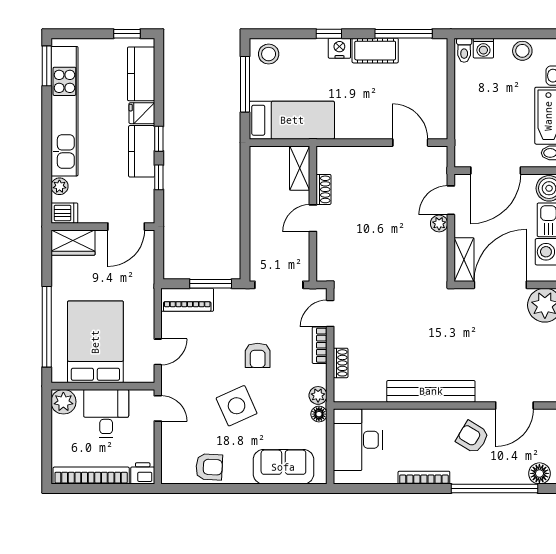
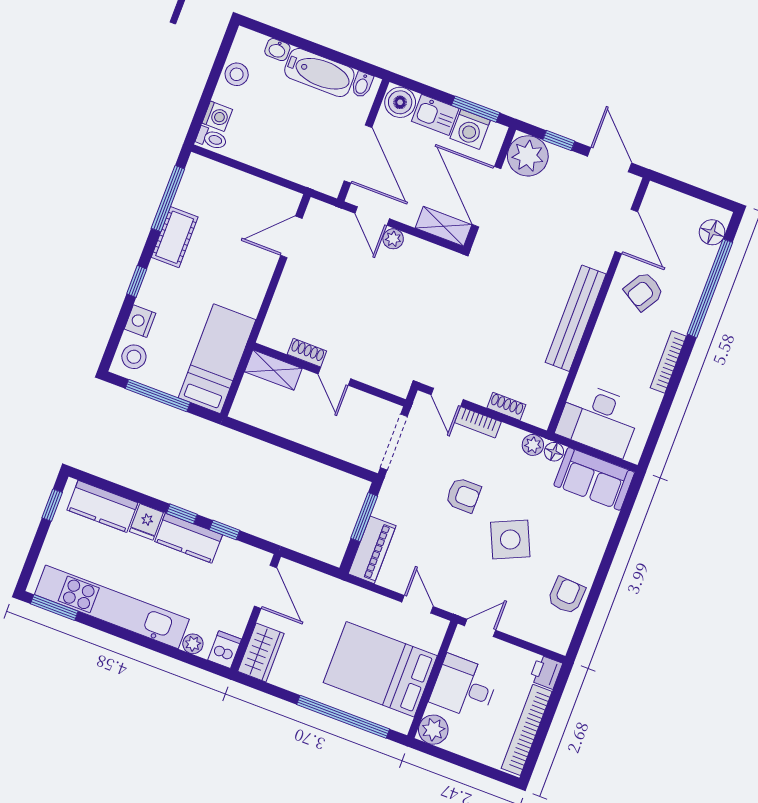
nightstand: (339, 48) -> (140, 321), moved
sofa: (283, 467) -> (594, 479), moved, turned -90

